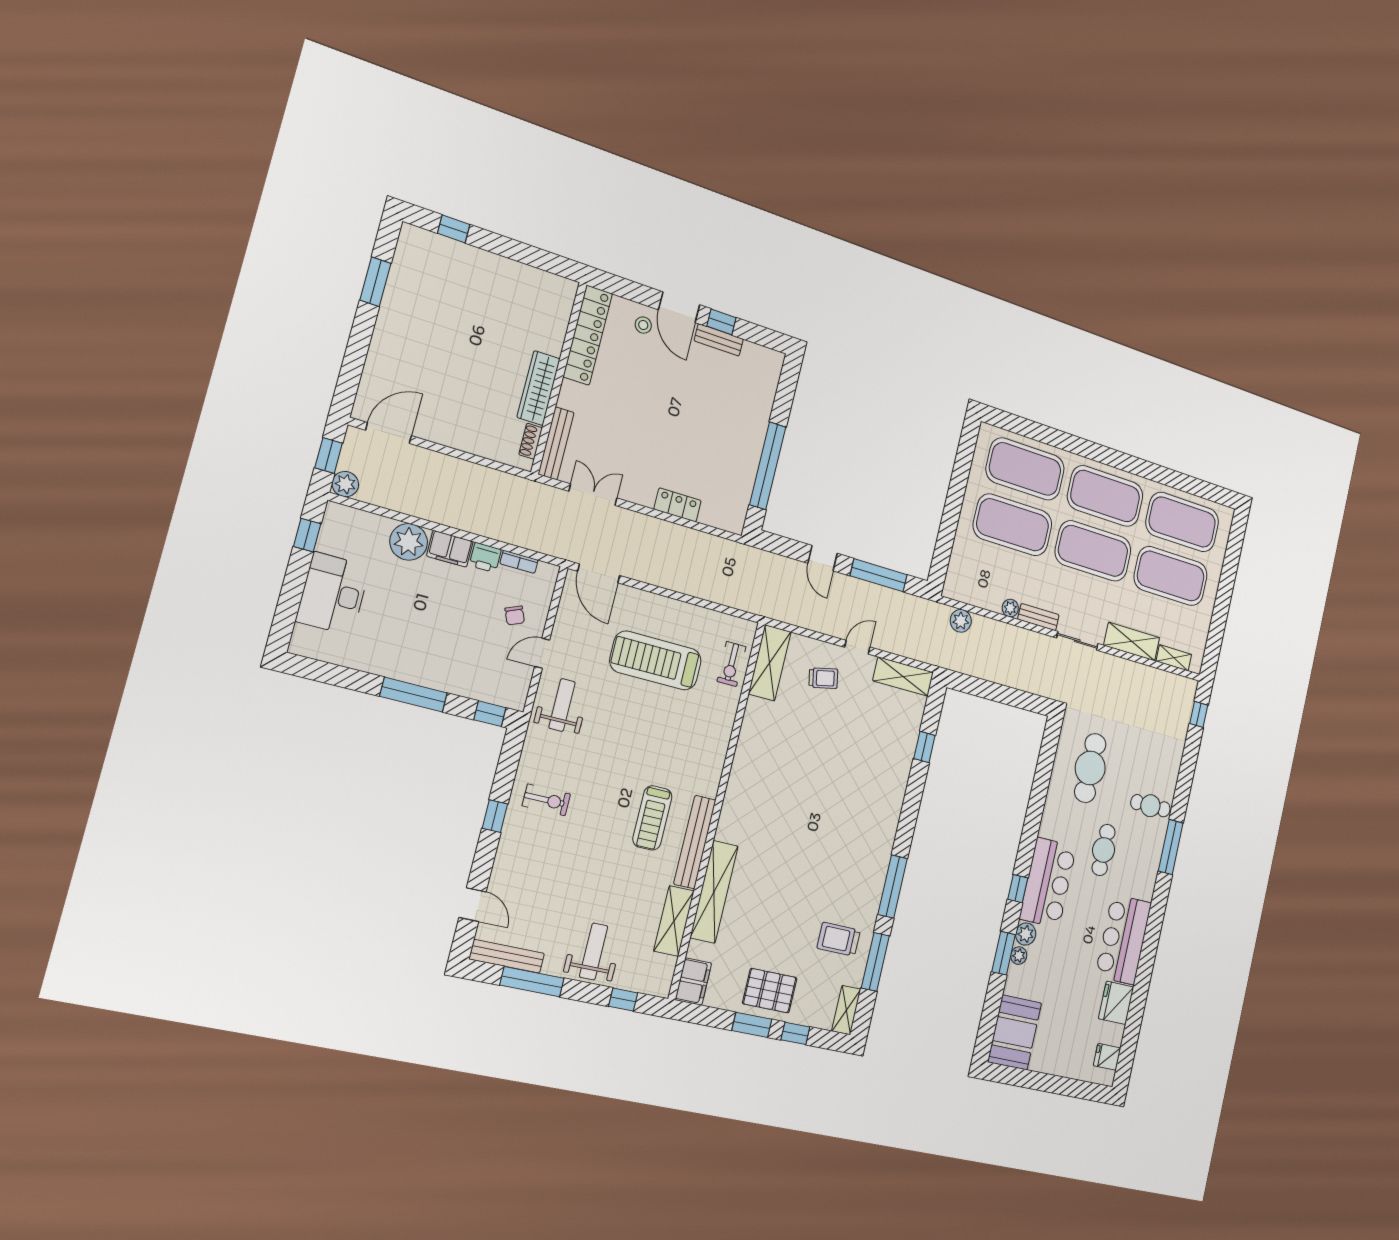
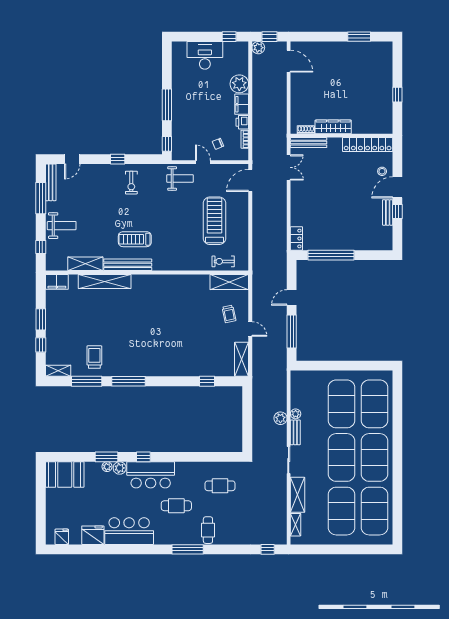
window: (454, 229) -> (397, 95), moved
locker: (678, 505) -> (296, 238), moved
plant: (961, 621) -> (280, 418), moved
cafe table: (1090, 768) -> (220, 486), width x0.73, depth x0.74
pallet: (770, 991) -> (60, 325), removed

